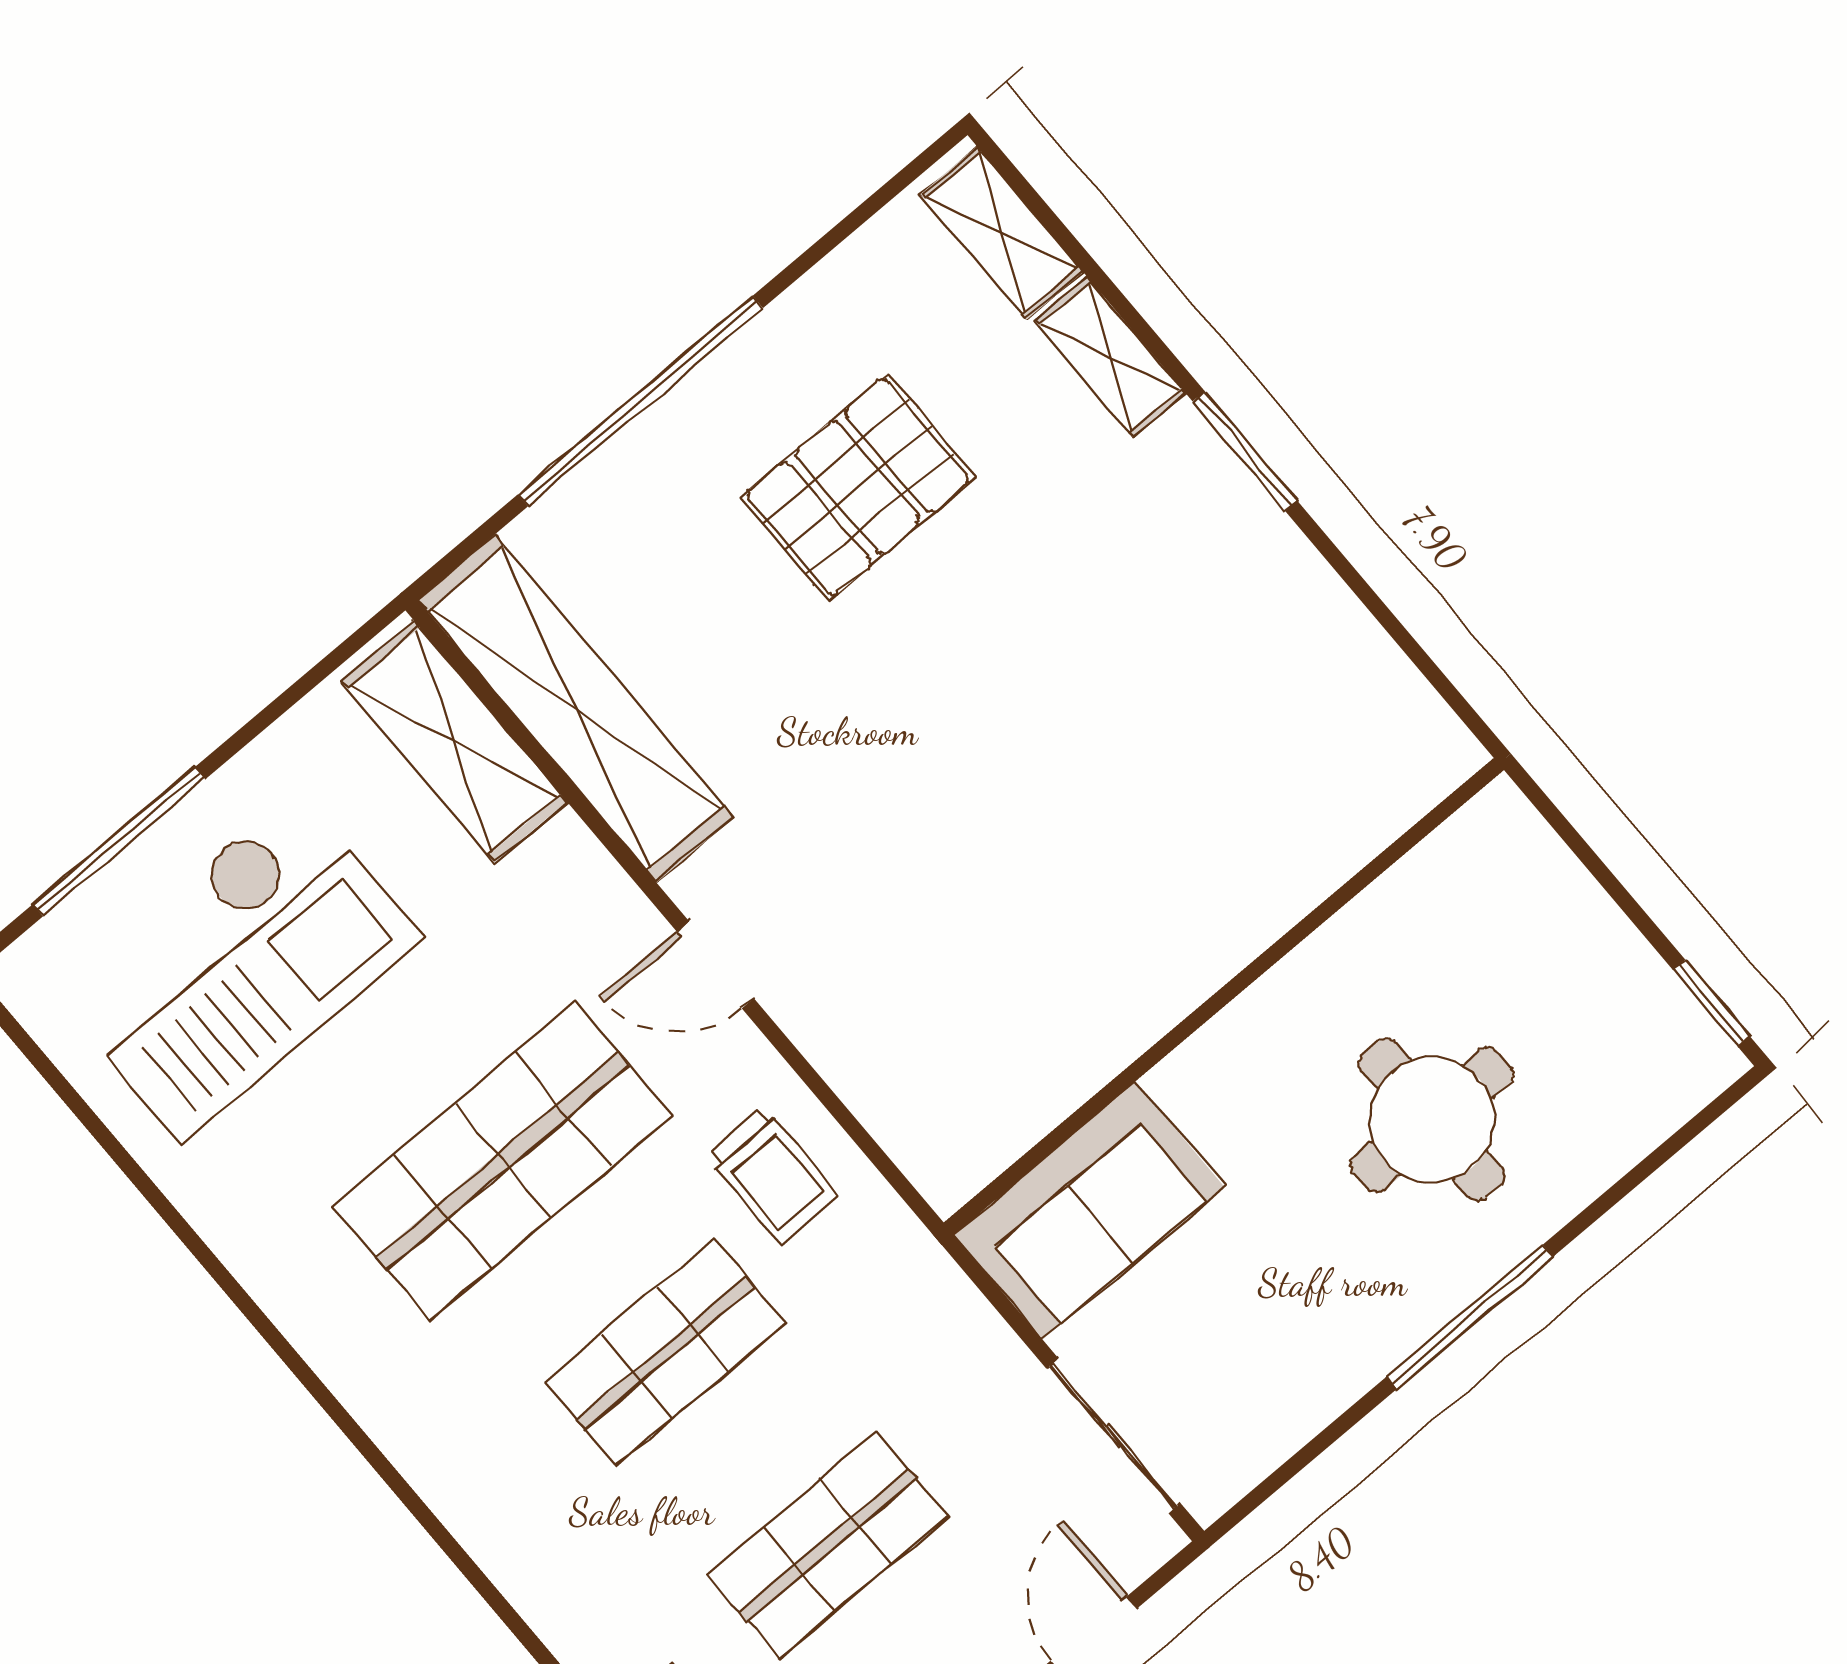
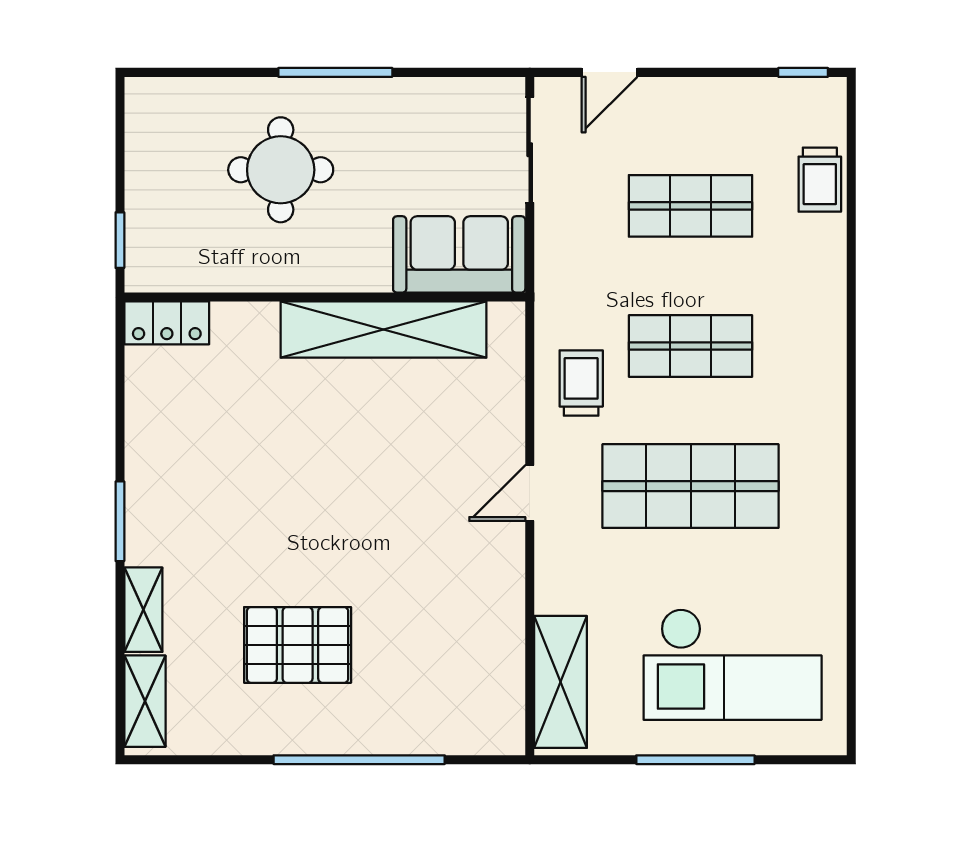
shelving: (575, 709) -> (383, 330), moved, turned 90
locker: (1411, 778) -> (167, 323), added
window: (119, 842) -> (695, 760), moved
checkout: (238, 965) -> (733, 664), turned 180
door: (715, 965) -> (530, 493), swing flipped
window: (1712, 1003) -> (120, 240), moved

